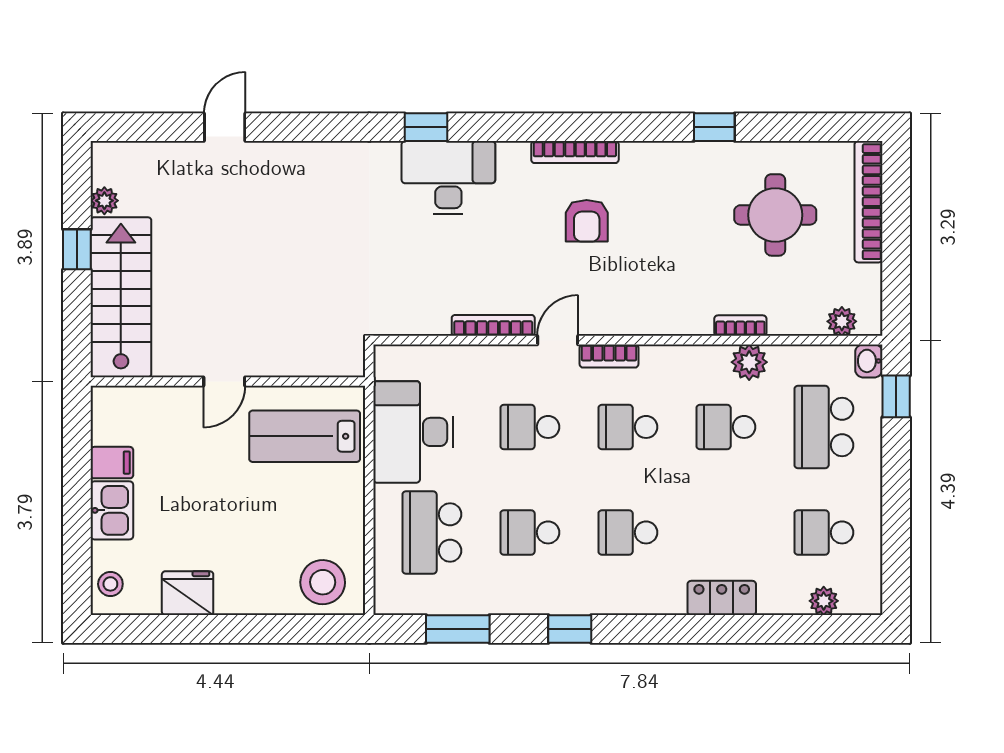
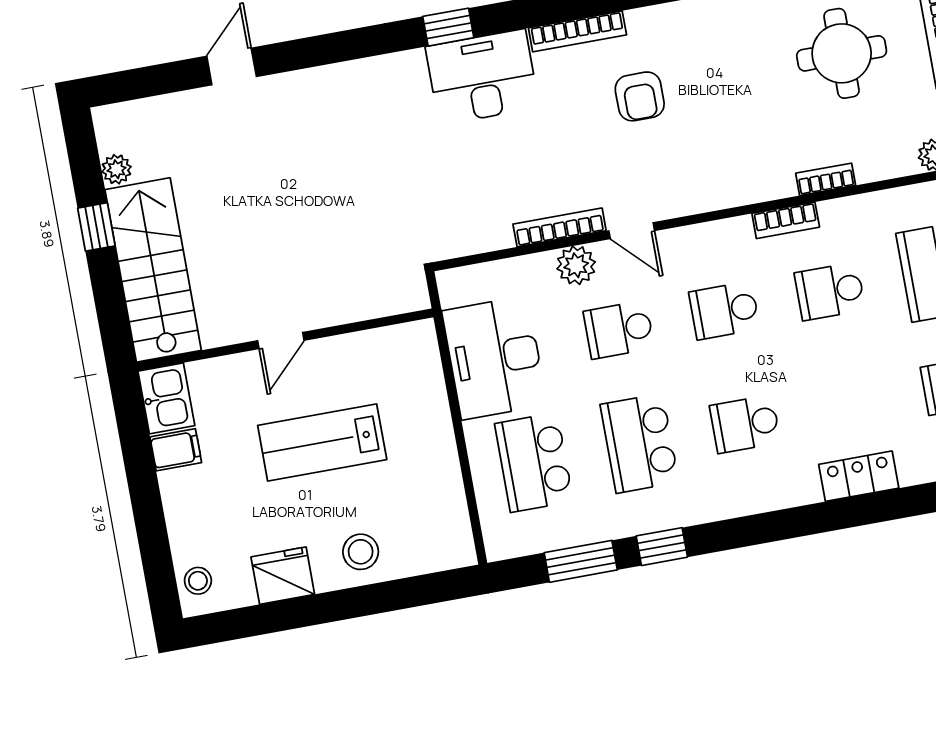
bookcase: (575, 152) -> (577, 31), moved
door: (558, 340) -> (632, 231), swing flipped
bookcase: (609, 356) -> (786, 220), moved
plant: (749, 362) -> (576, 265), moved
lab bench: (305, 436) -> (322, 442), moved
kitchen sink: (112, 510) -> (166, 398), moved
school desk: (530, 532) -> (639, 443), width x1.85
stool: (323, 582) -> (361, 552), moved, width x0.73, depth x0.73
window: (570, 629) -> (662, 547), moved

